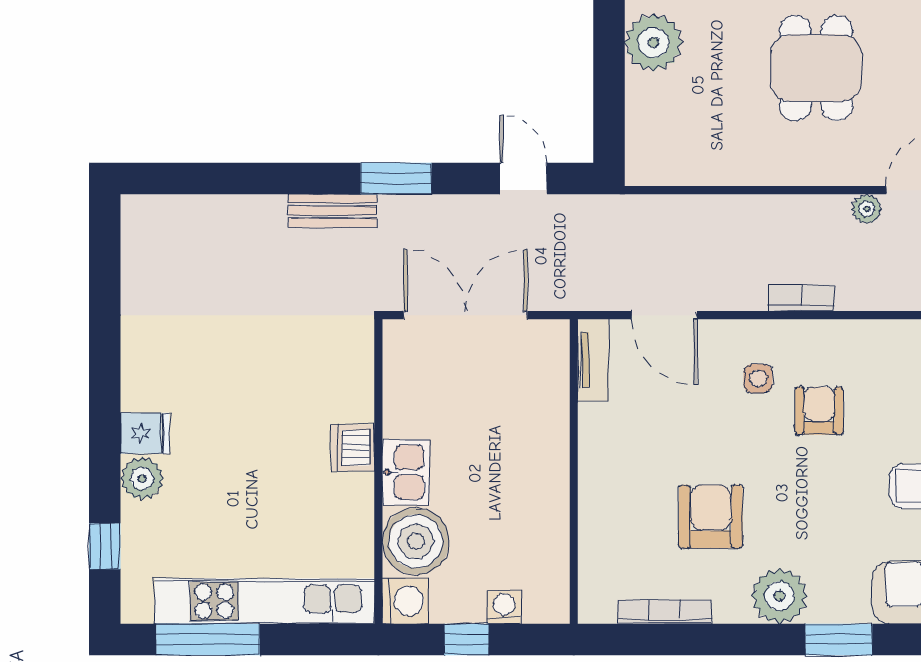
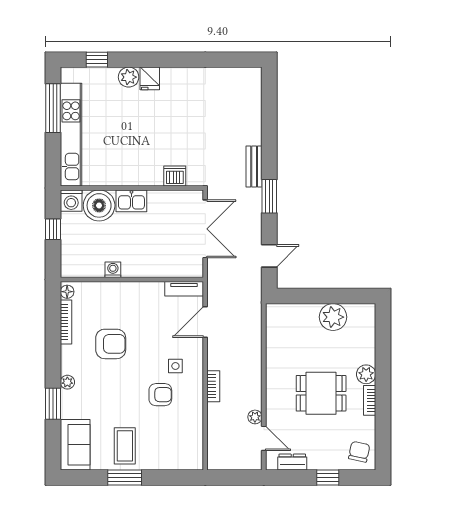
dishwasher: (353, 448) -> (175, 176), moved
plant: (779, 596) -> (67, 382), width x0.53, depth x0.53
washing machine: (504, 607) -> (113, 270), moved, turned -90
floor lamp: (600, 610) -> (67, 292), added

